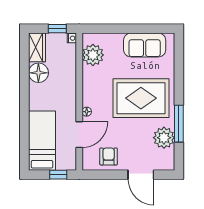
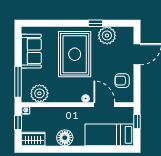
window: (107, 29) -> (18, 82), added
floor lamp: (38, 73) -> (65, 138), moved
window: (179, 124) -> (95, 23), width x0.46

